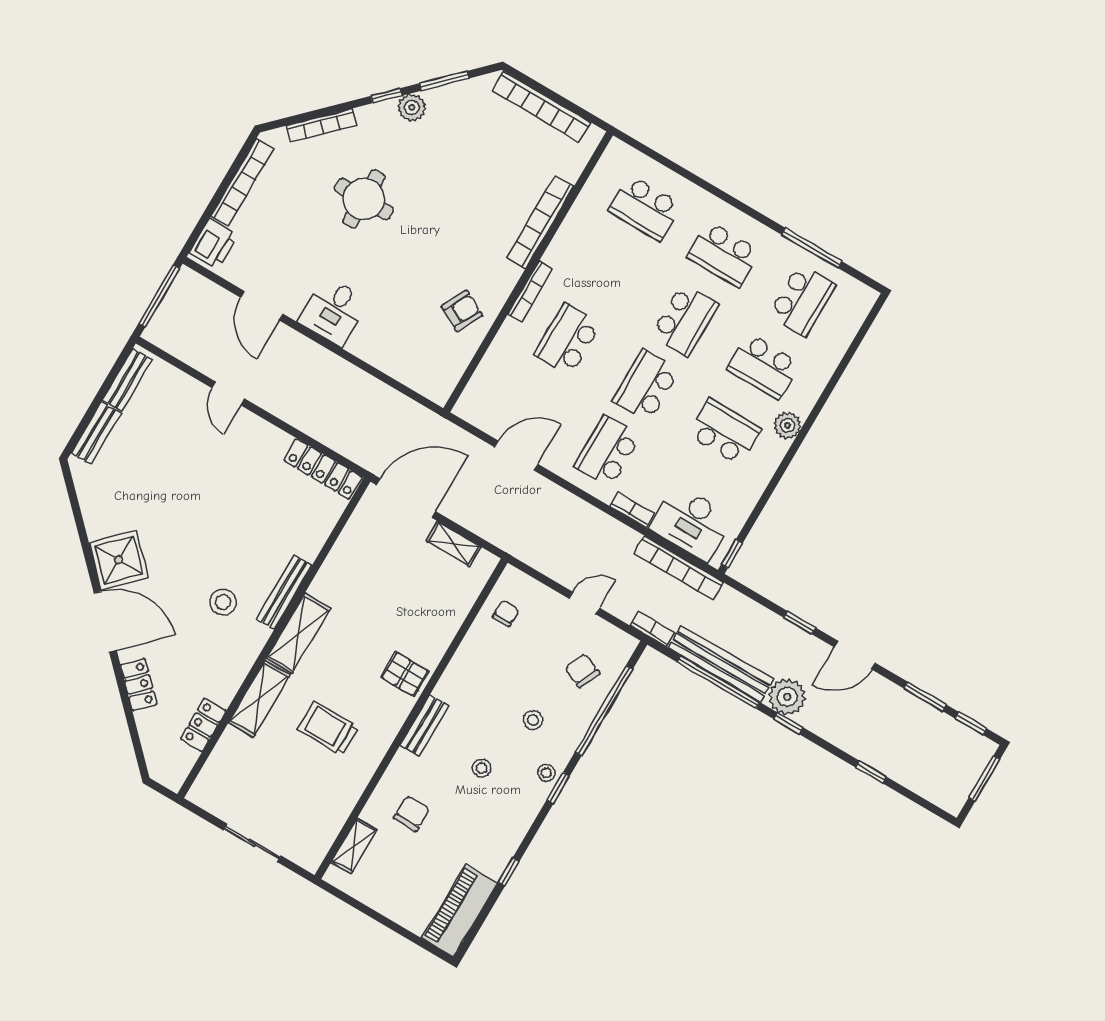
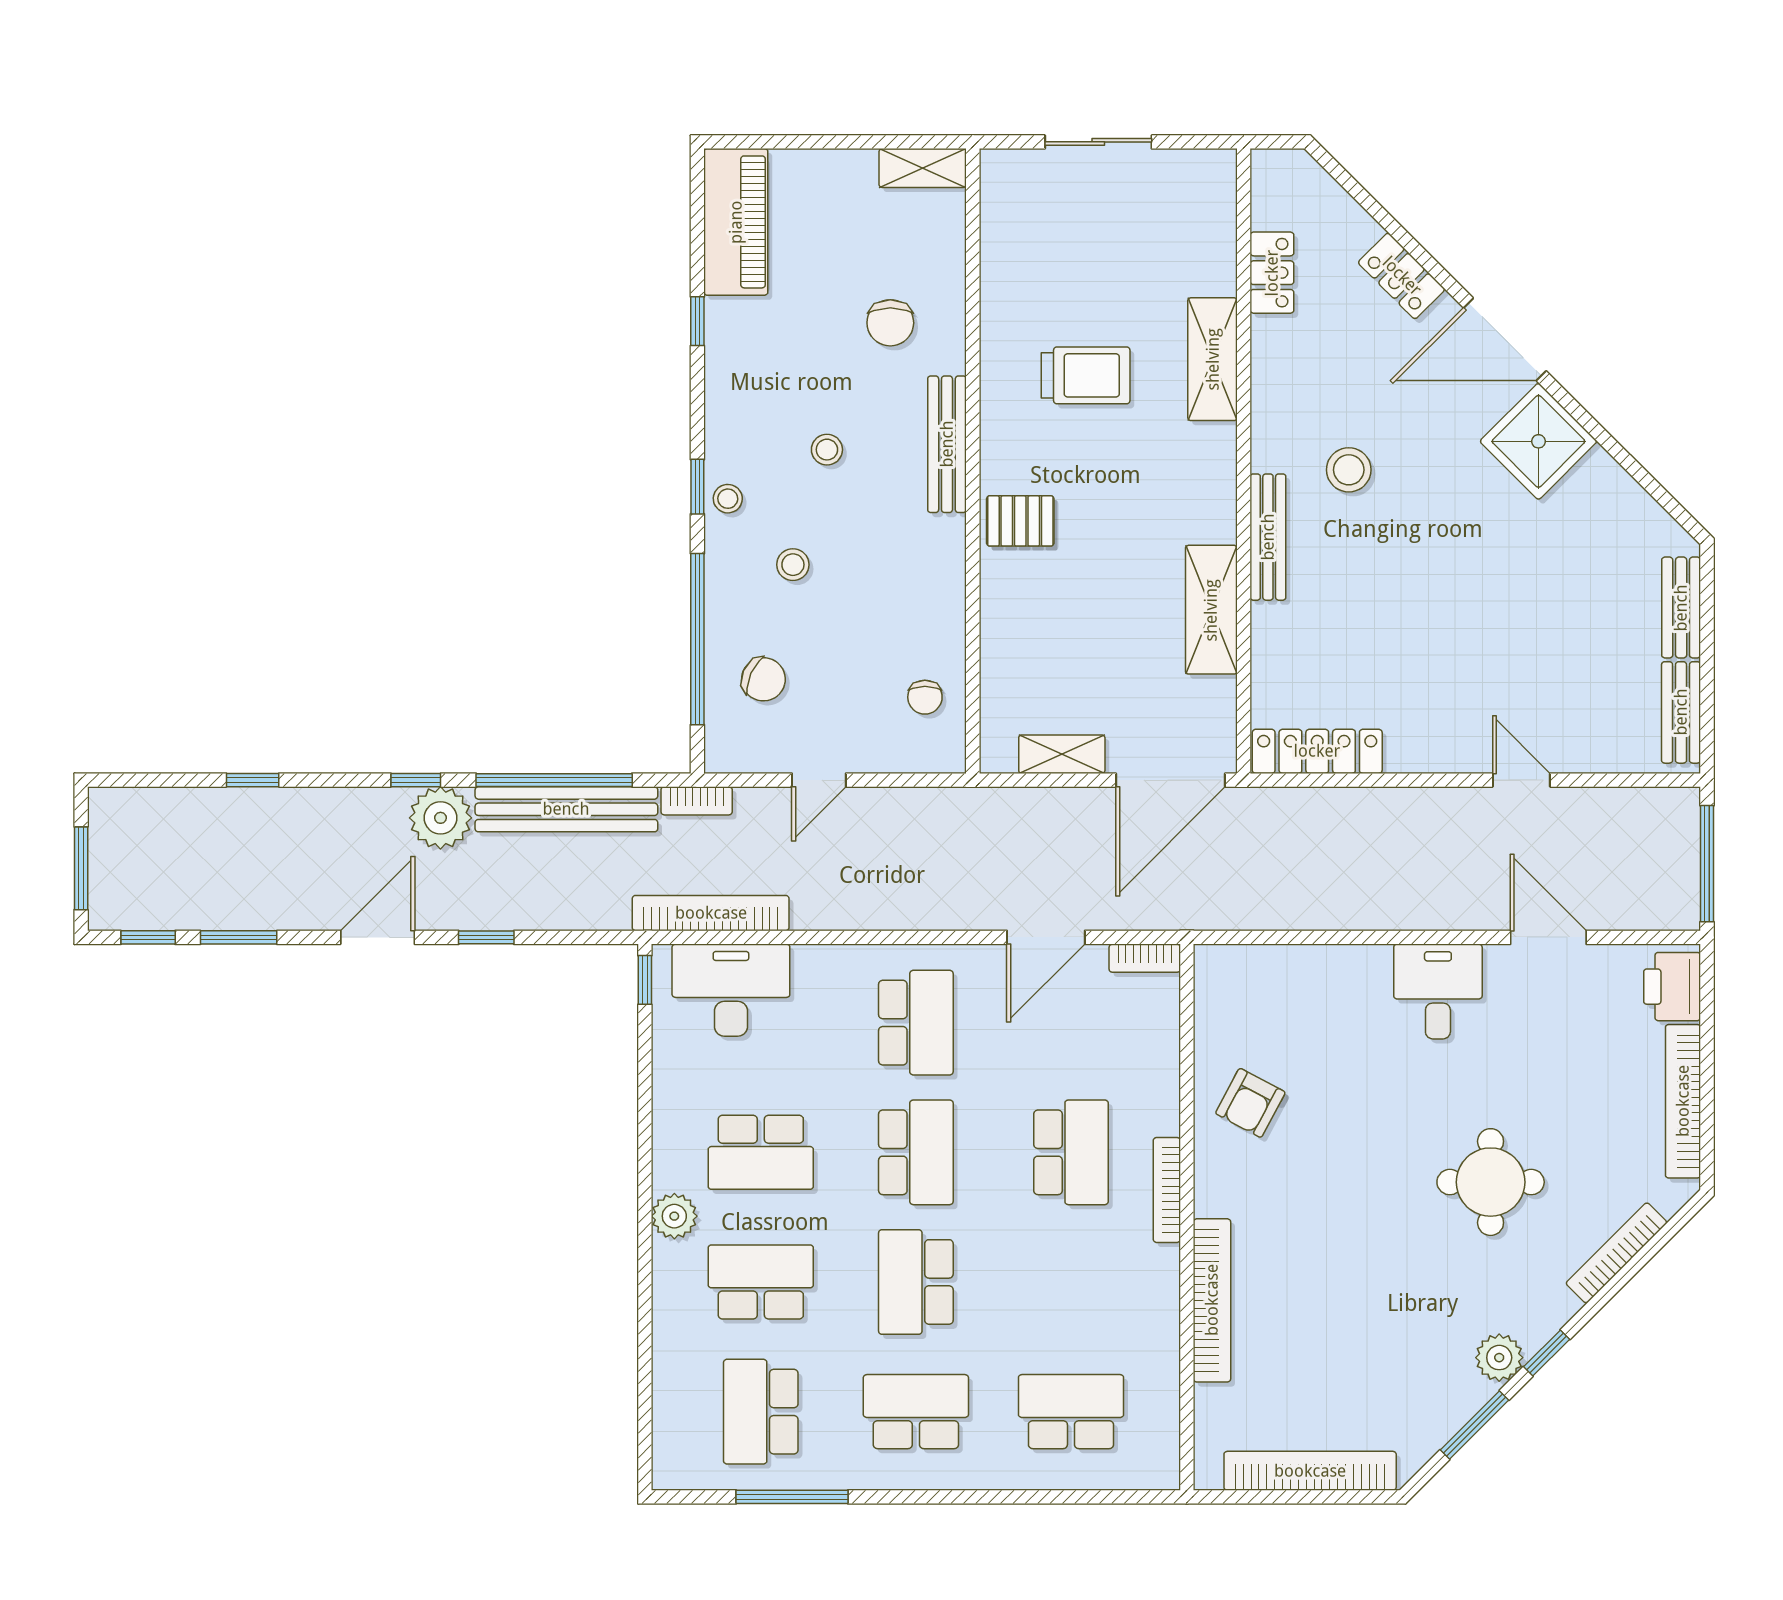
bookcase: (632, 510) -> (1145, 958), moved
shelving: (298, 634) -> (1211, 610), moved
bench: (425, 726) -> (947, 444), width x1.36
shelving: (354, 846) -> (923, 168), moved, turned 90

